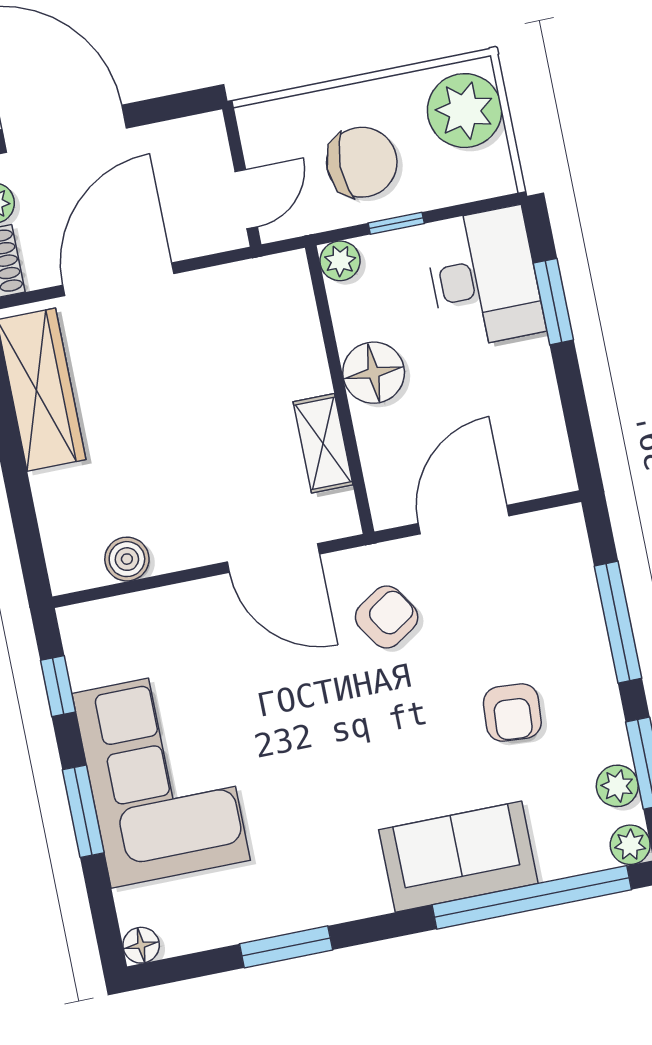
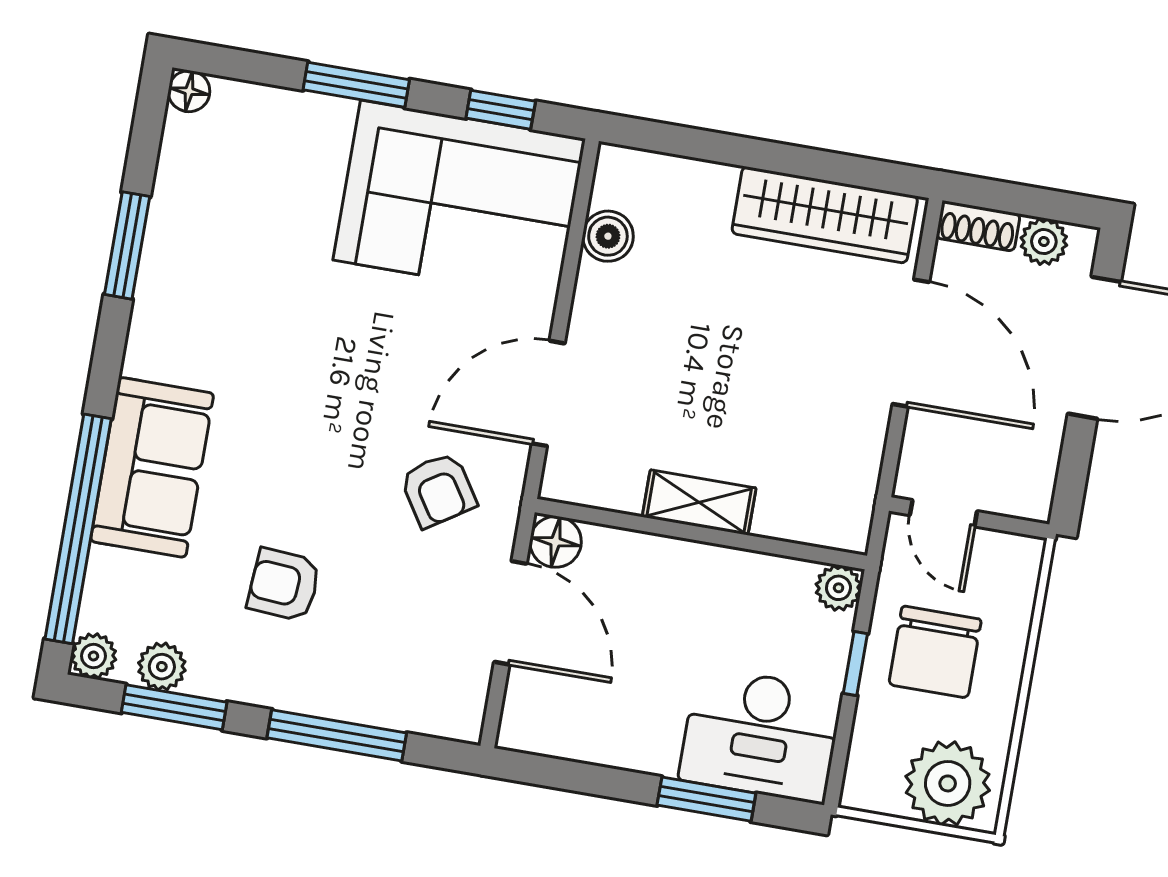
floor lamp: (374, 373) -> (556, 542), moved, width x0.73, depth x0.73
shelving: (323, 443) -> (699, 502), moved
corner sofa: (161, 777) -> (459, 199), moved

